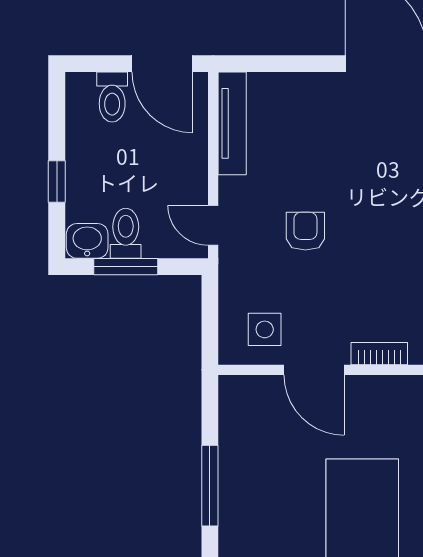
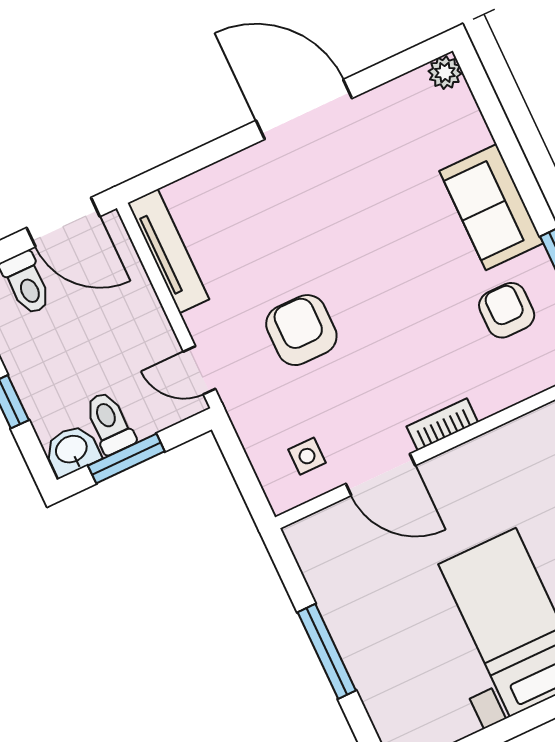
armchair: (305, 231) -> (301, 330), width x1.38, depth x1.38
side table: (265, 329) -> (307, 456), width x0.73, depth x0.73

